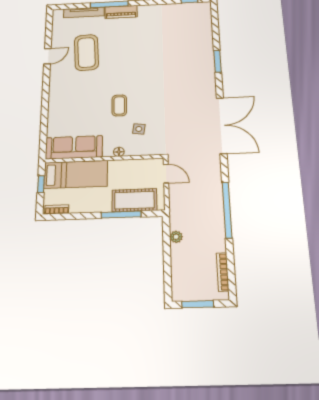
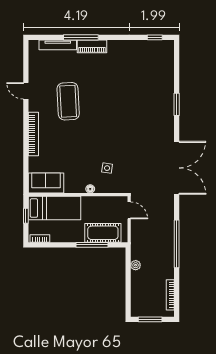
coffee table: (86, 53) -> (68, 101), moved
door: (47, 56) -> (26, 91), swing flipped
bookcase: (54, 98) -> (33, 134), added
coffee table: (119, 105) -> (90, 145), removed
sofa: (74, 147) -> (46, 183), width x0.73

